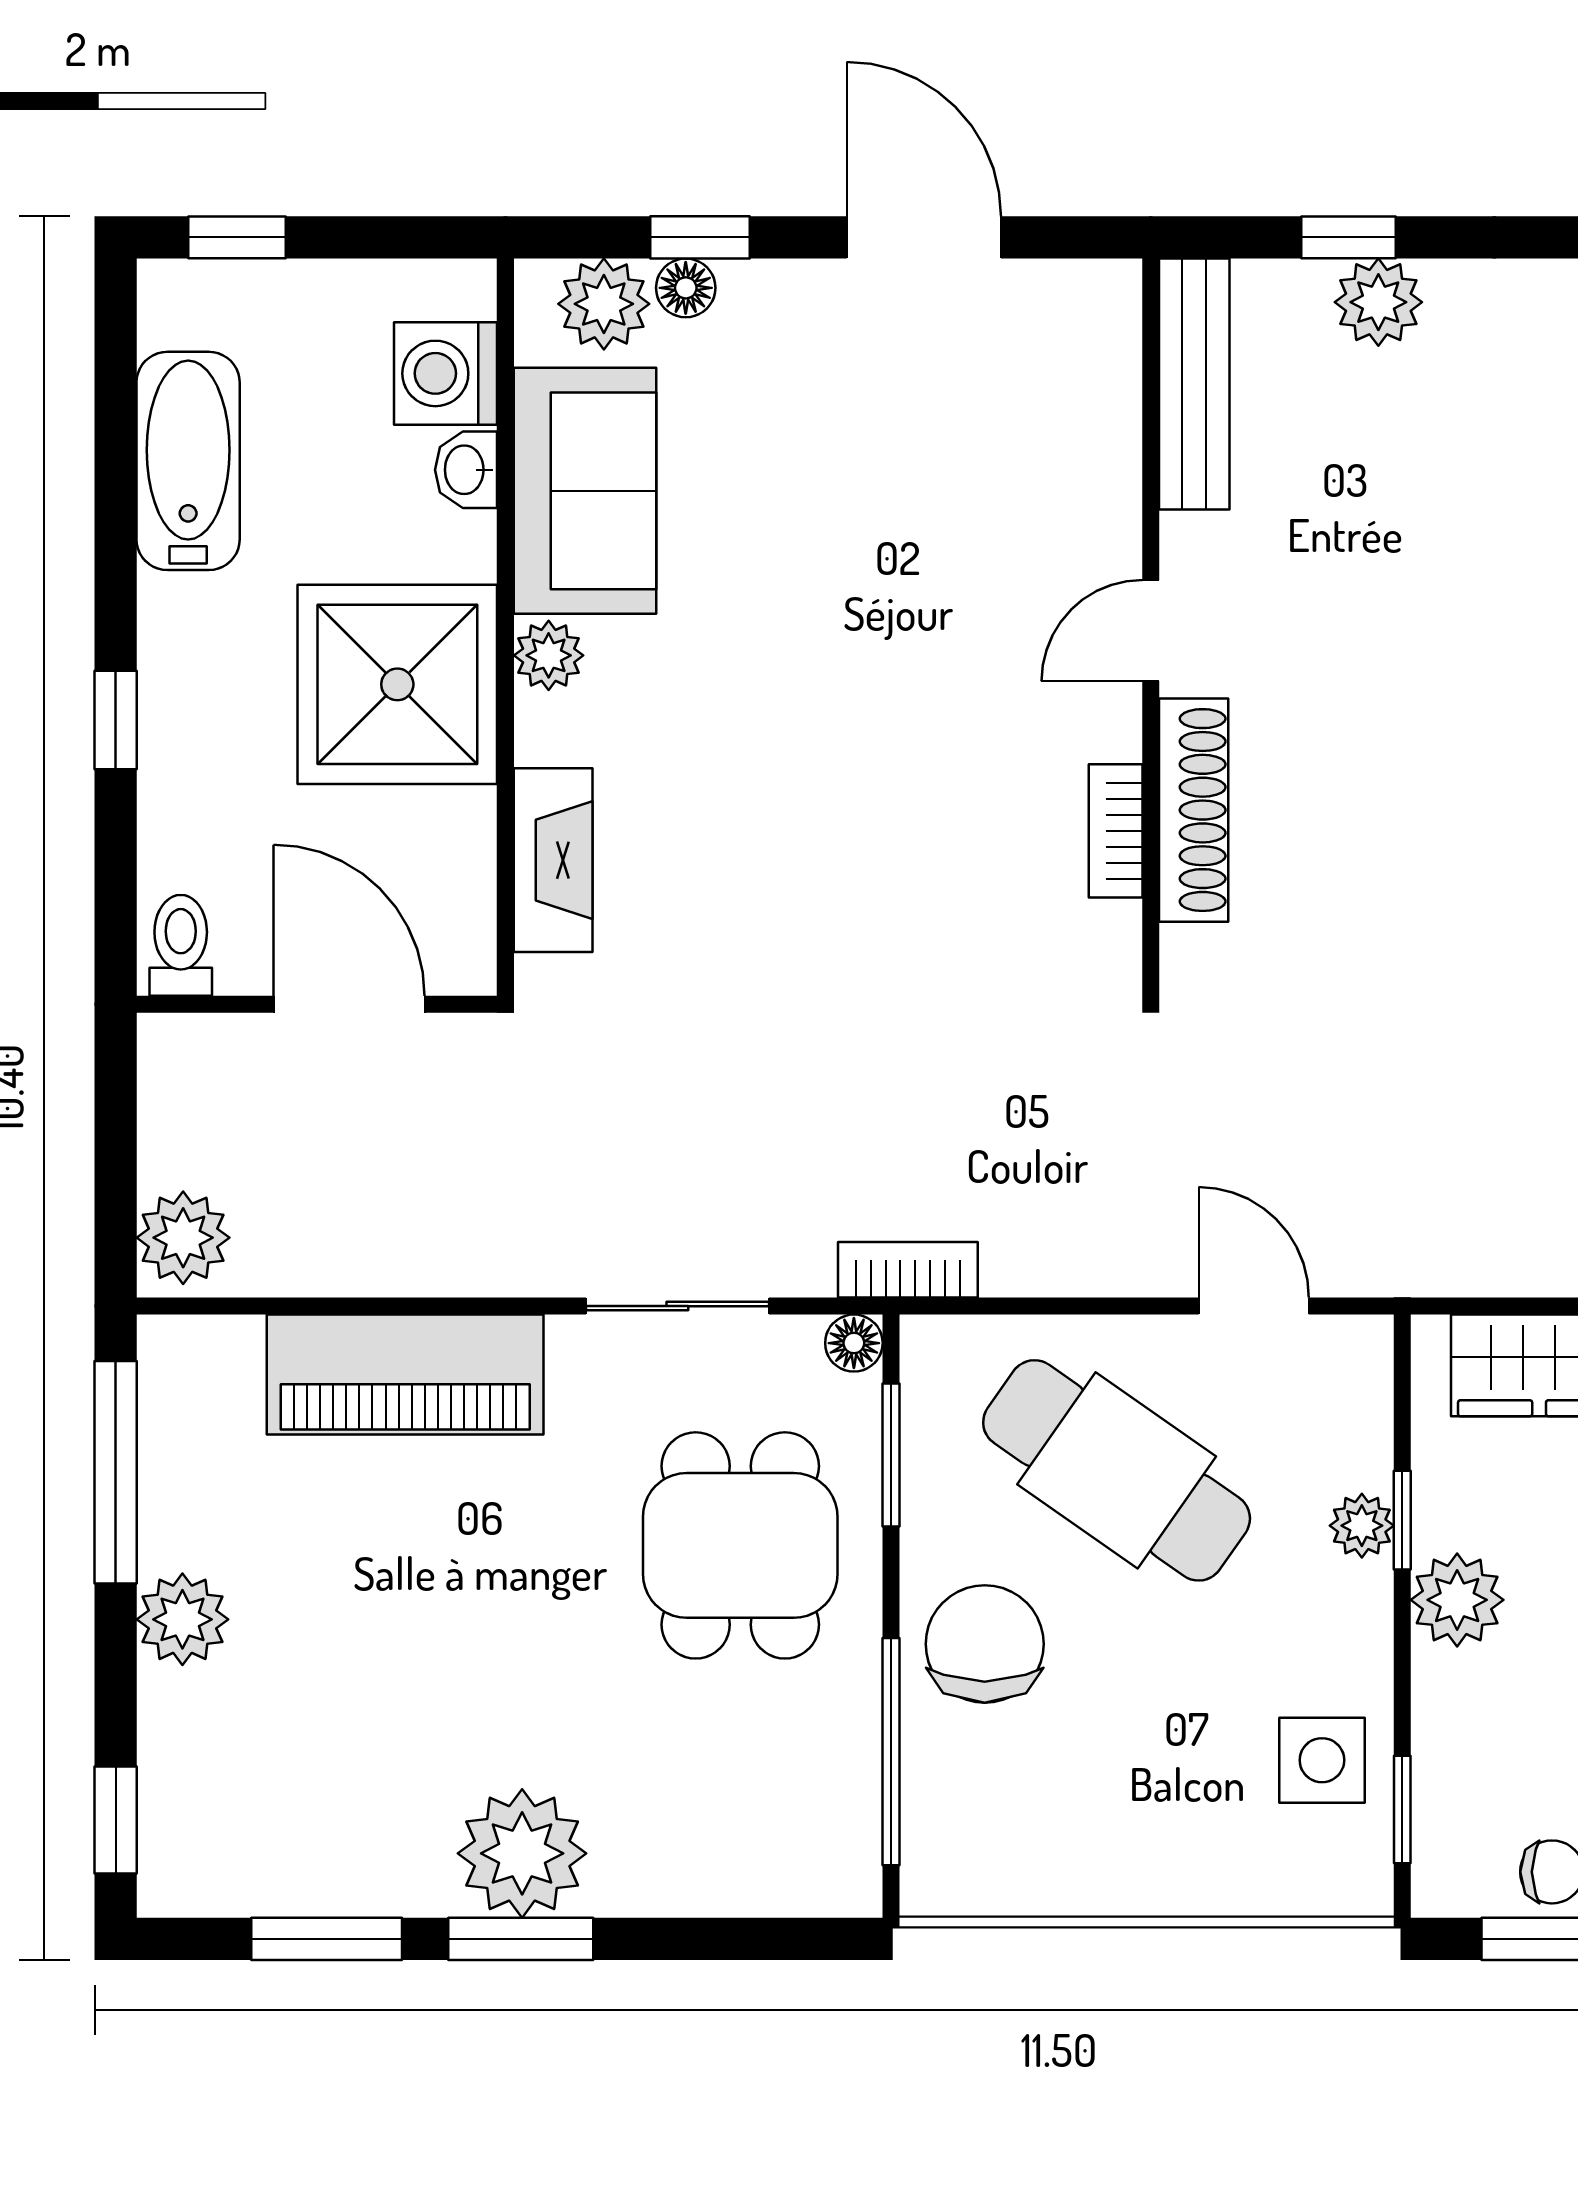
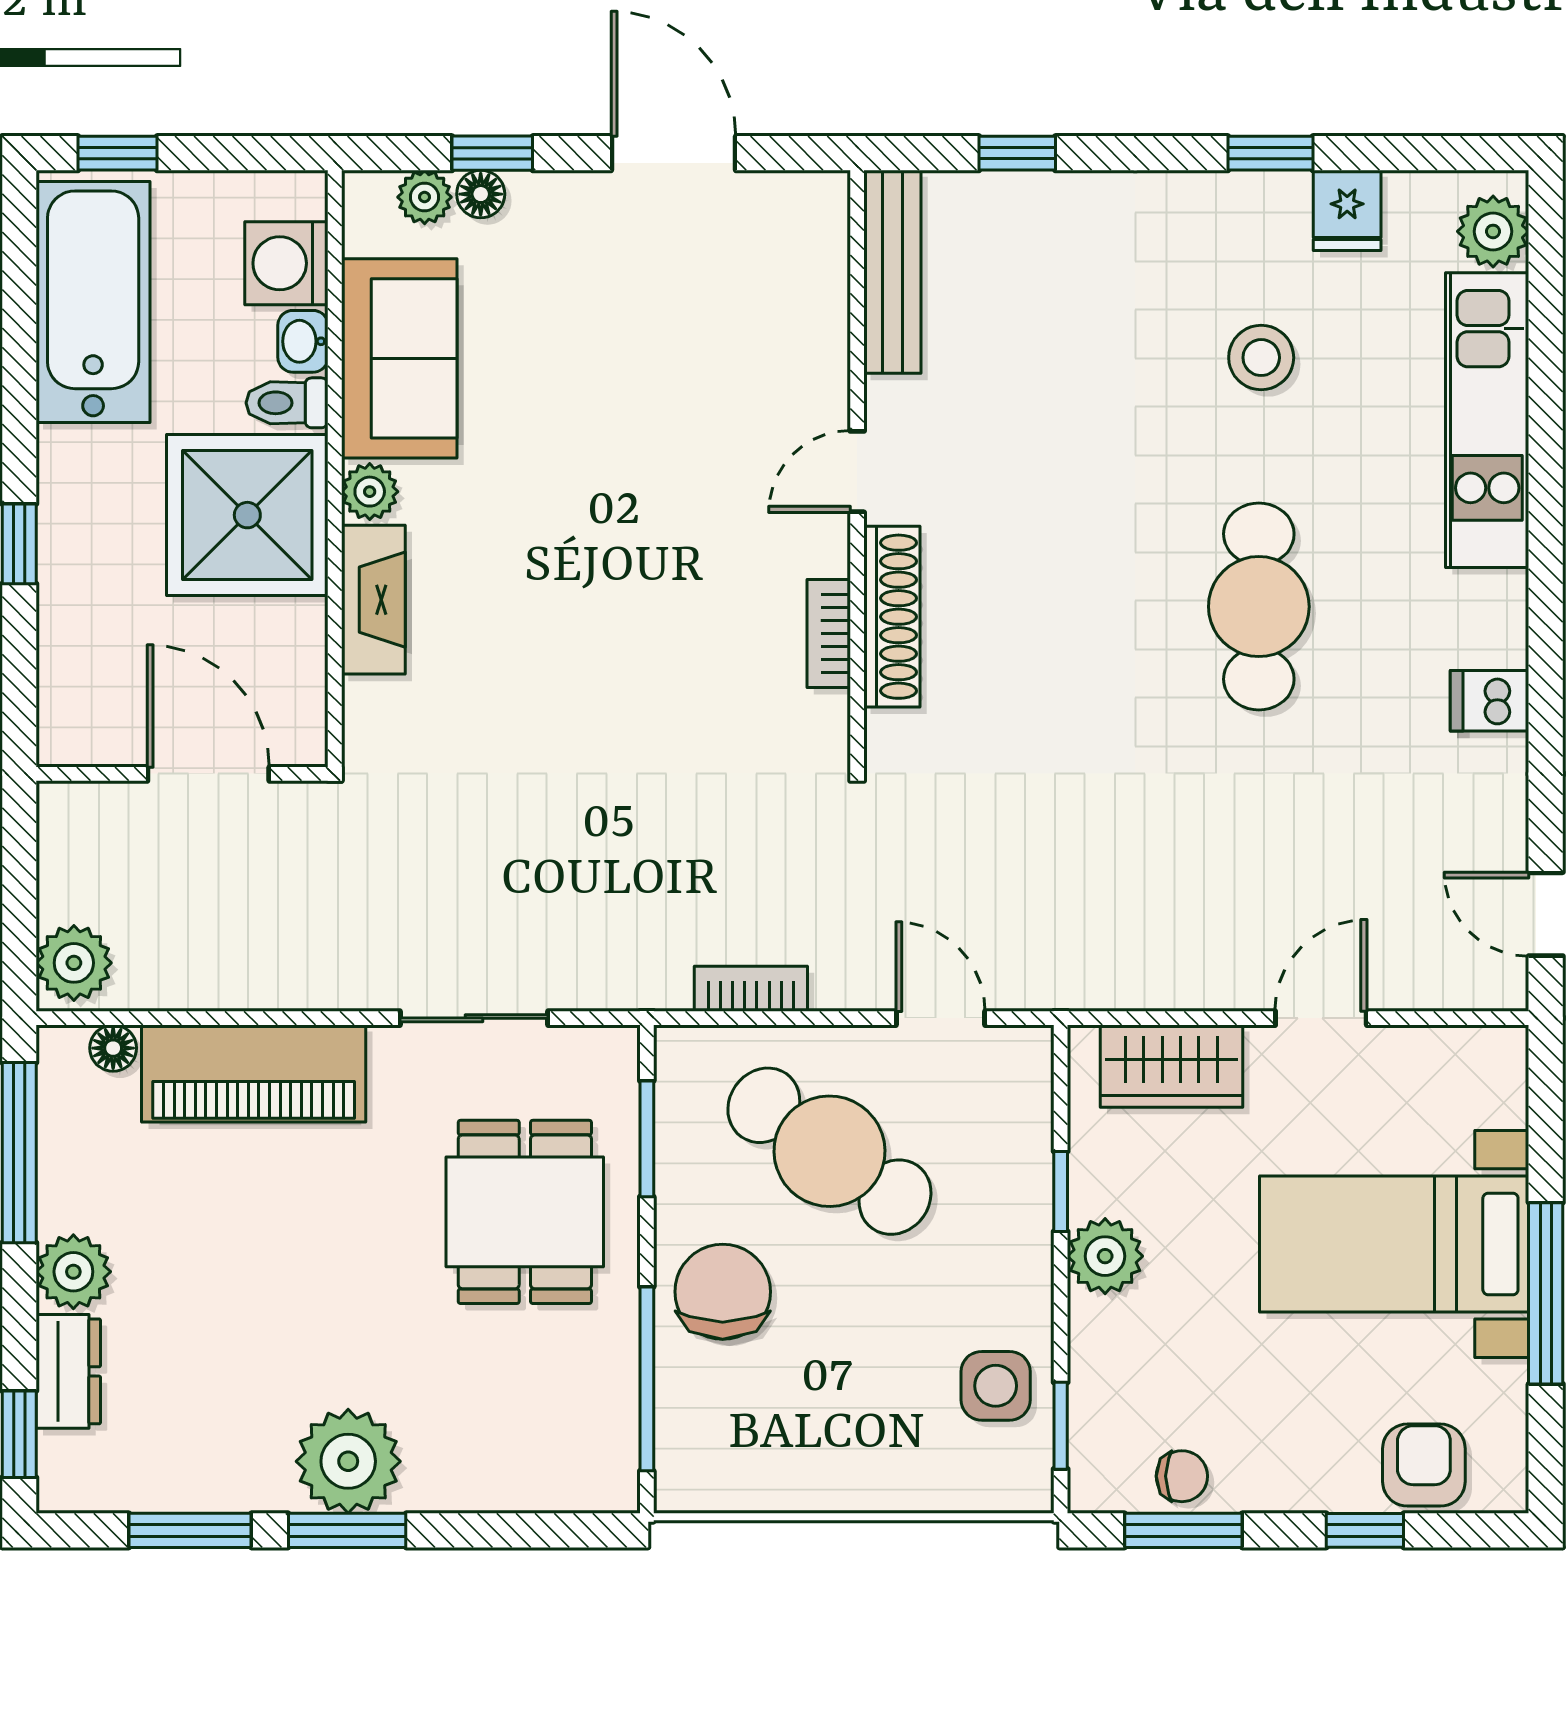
plant: (1378, 302) -> (1041, 206), removed
plant: (604, 304) -> (425, 197), width x0.73, depth x0.73
bathtub: (188, 461) -> (93, 302), width x1.36, depth x1.36
fireplace: (553, 860) -> (373, 600), moved
toilet: (181, 945) -> (287, 403), moved, turned -90
bookcase: (908, 1270) -> (751, 989), moved
floor lamp: (854, 1343) -> (113, 1048), moved
plant: (1362, 1526) -> (1028, 1196), removed
dresser: (176, 1742) -> (68, 1371), added

